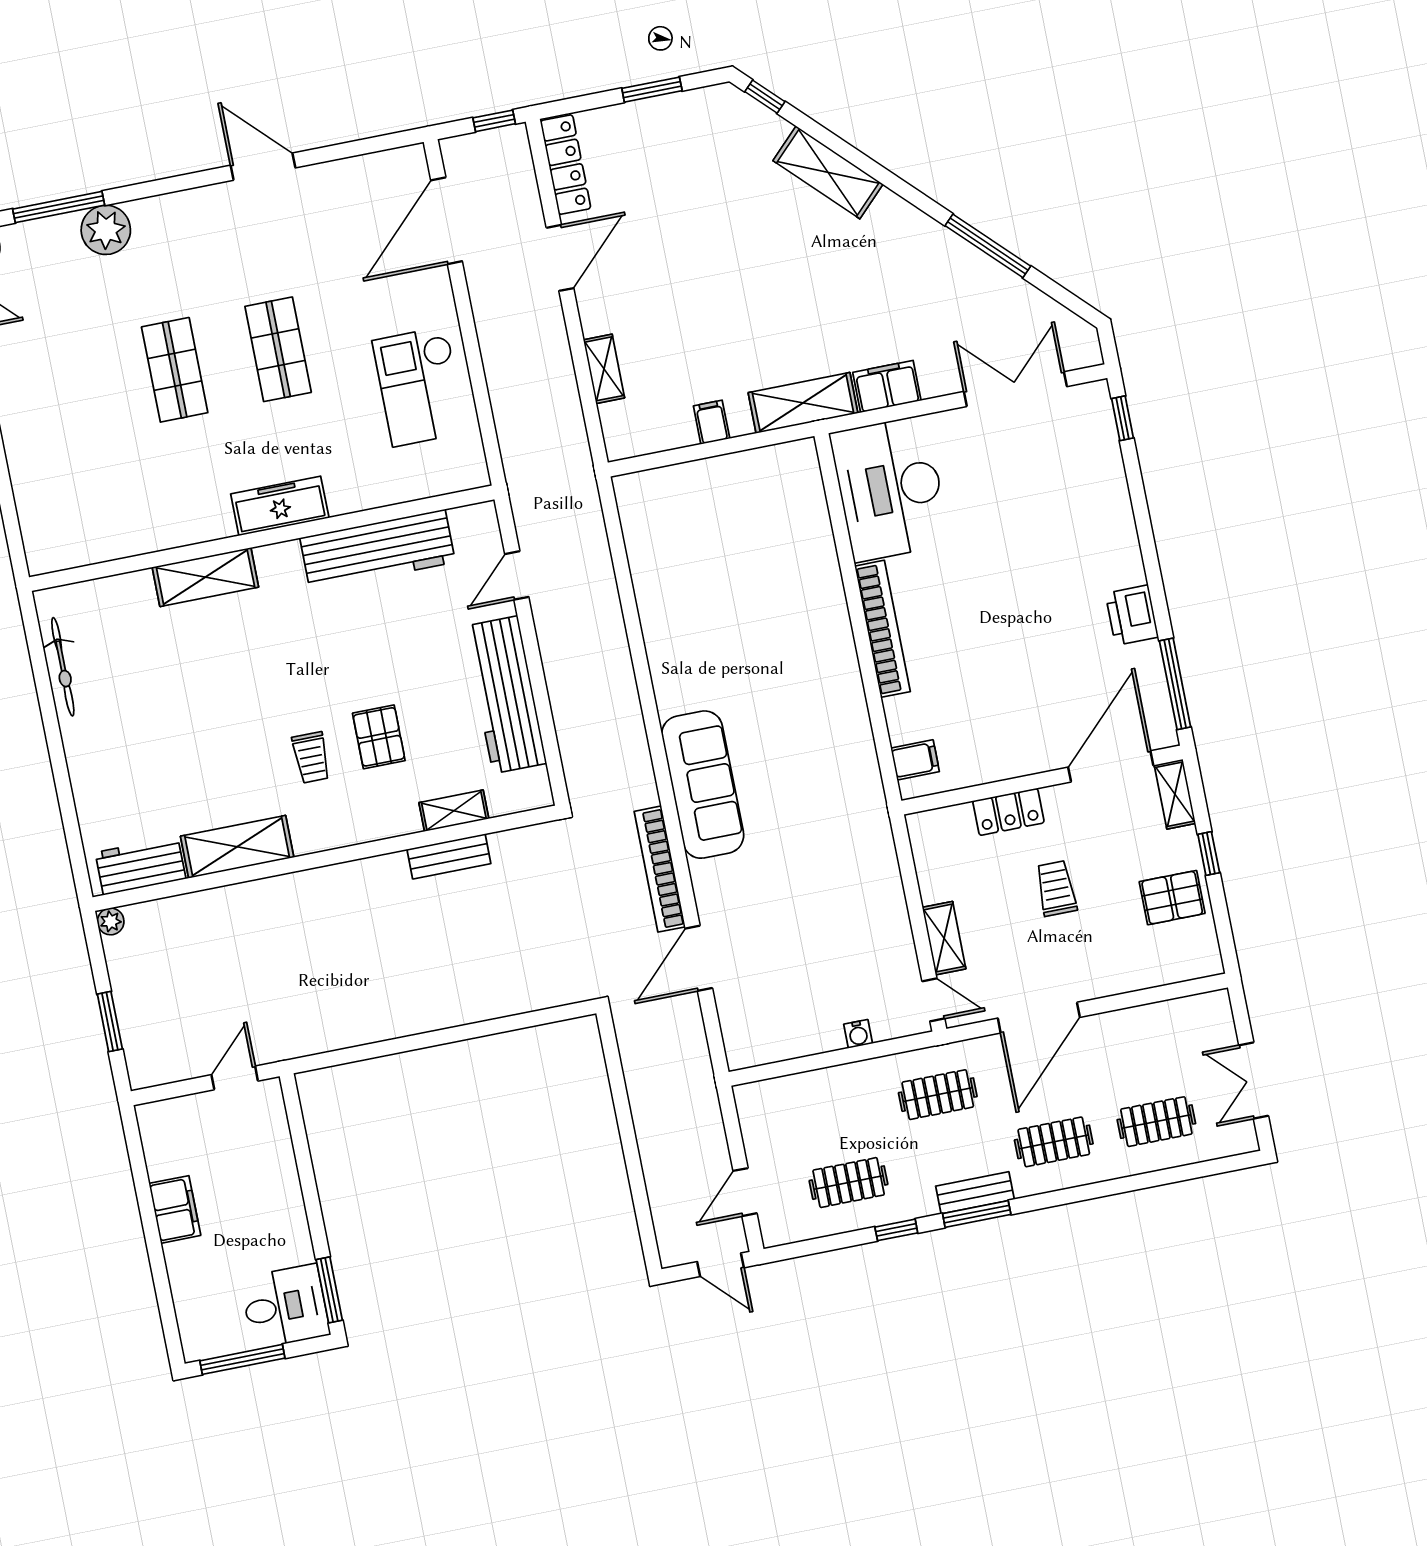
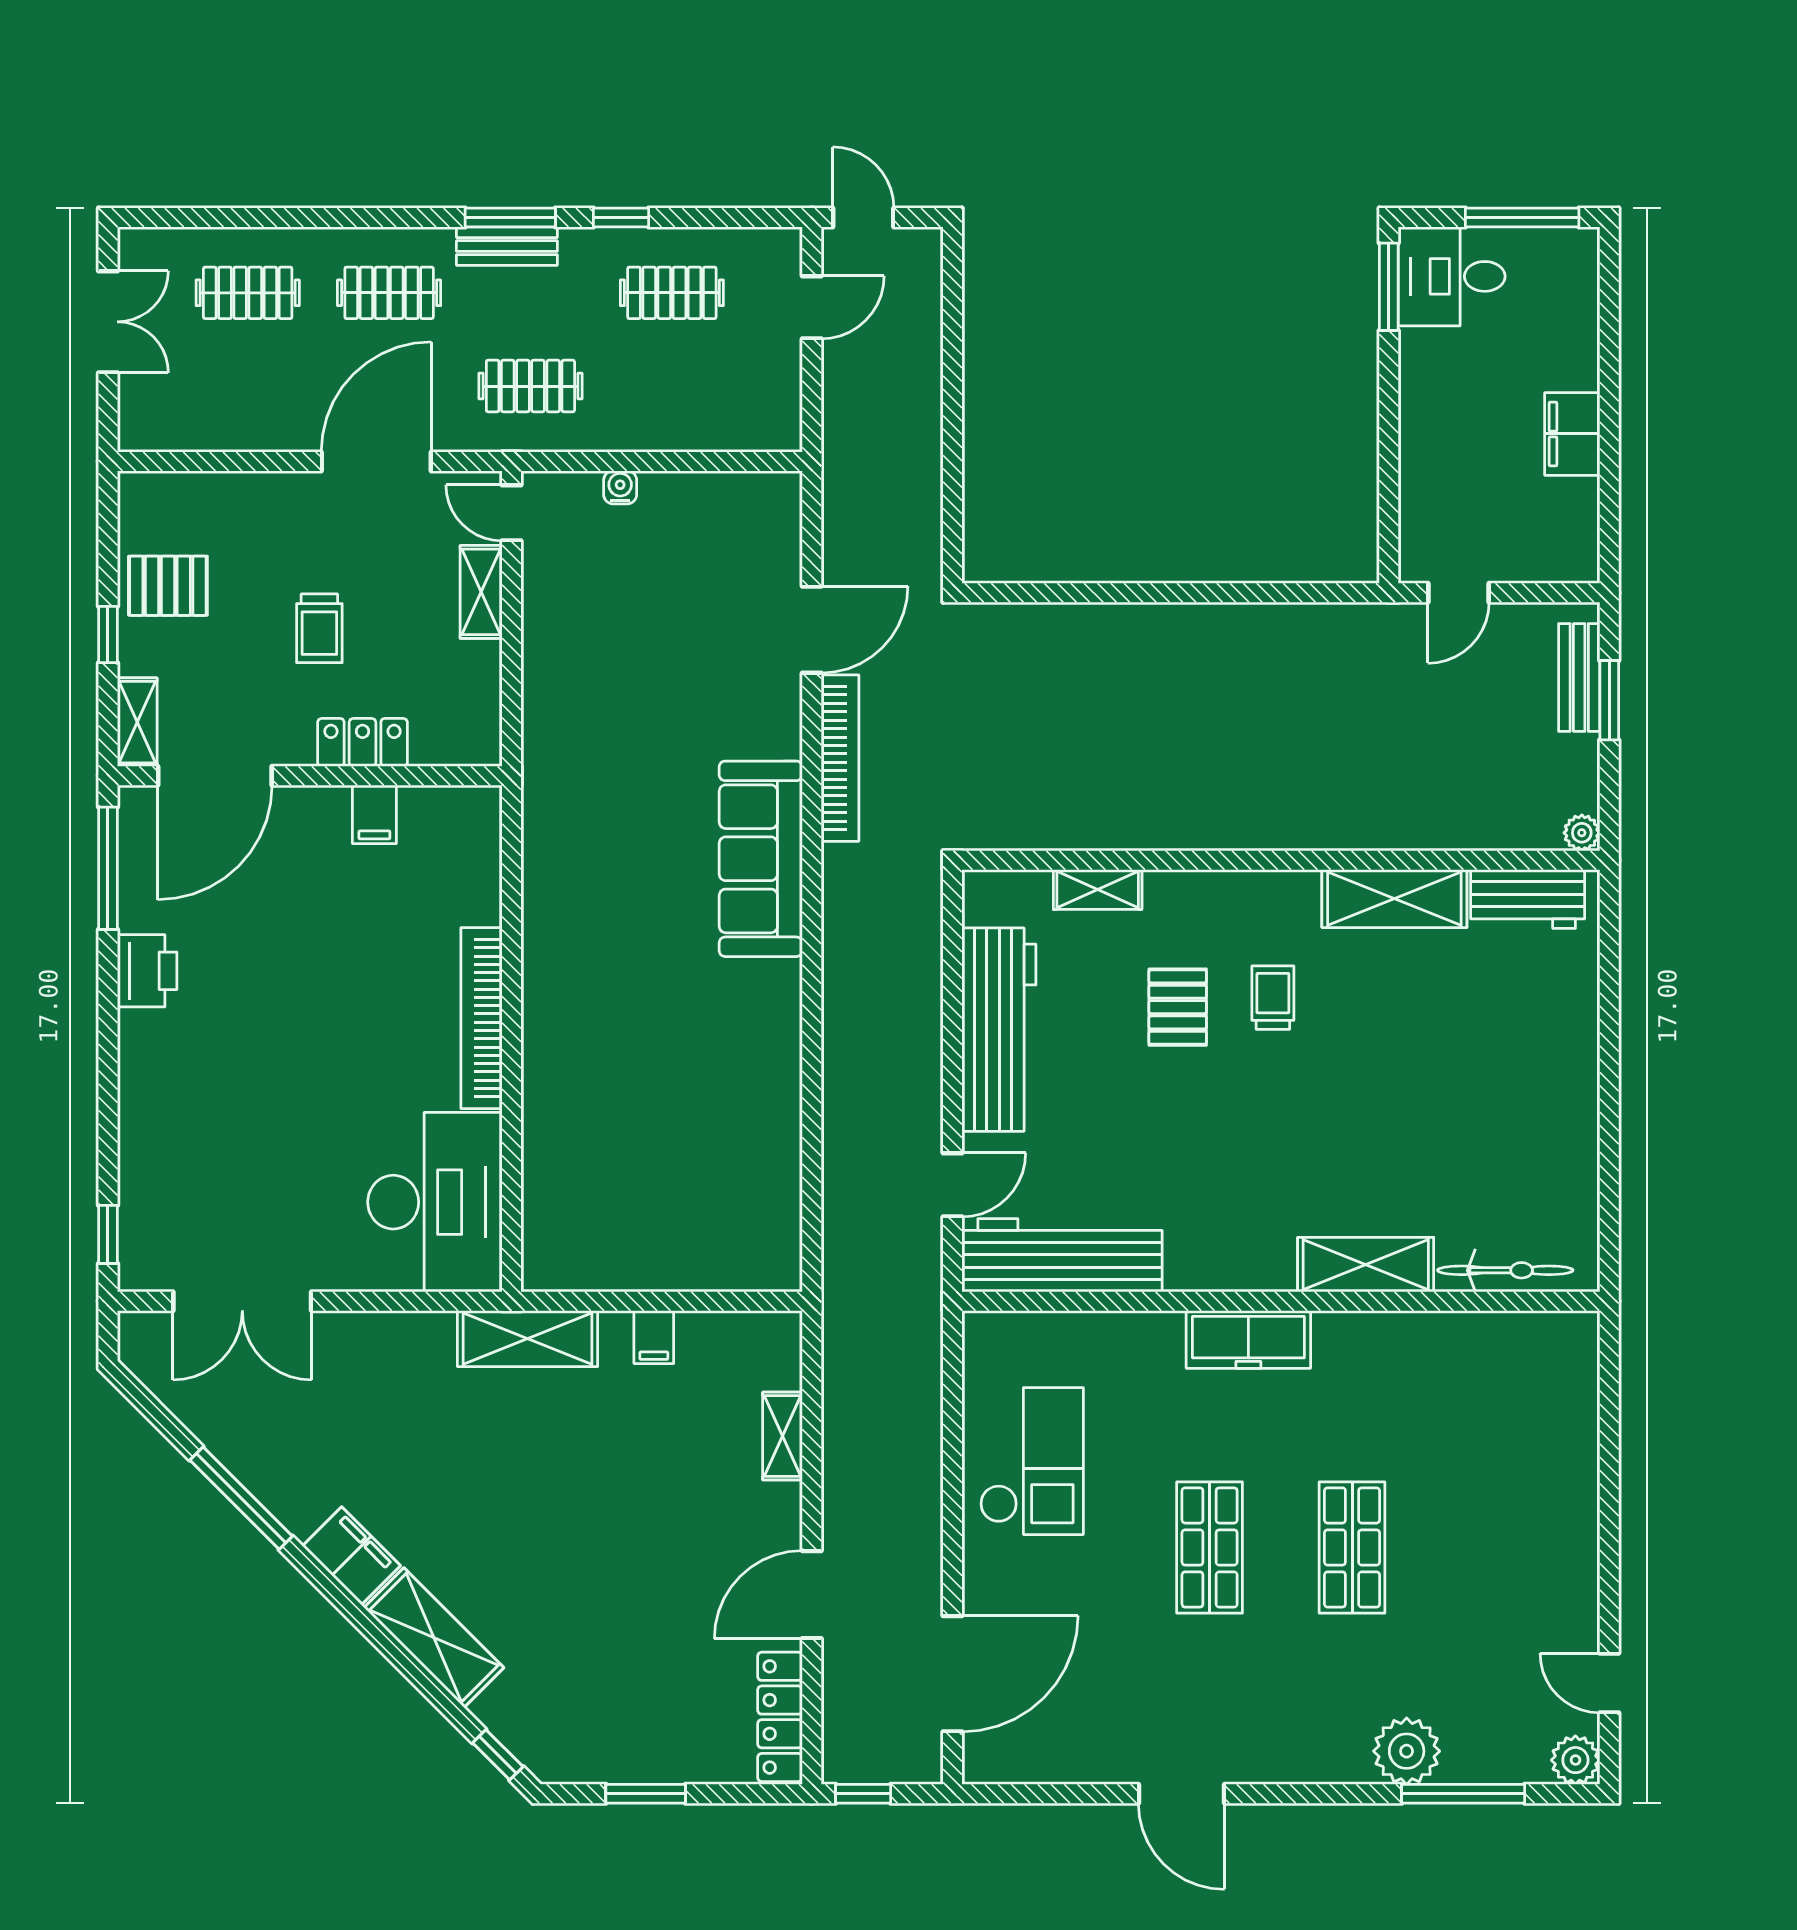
filing cabinet: (887, 386) -> (351, 1556), moved, turned -135
workbench: (378, 550) -> (1062, 1255), moved
bicycle: (63, 667) -> (1505, 1270), moved, turned 90
filing cabinet: (915, 760) -> (374, 814), moved, turned -90
bench: (449, 856) -> (1579, 678), moved, turned 90

